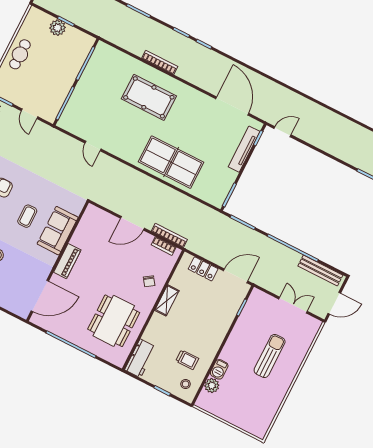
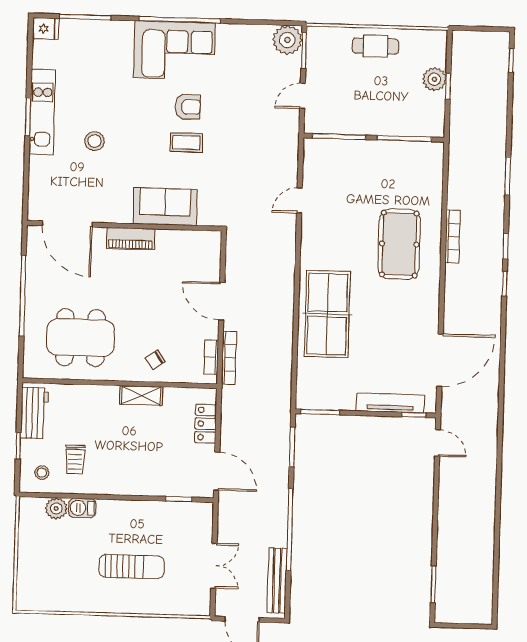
coffee table: (27, 216) -> (186, 143), moved
workbench: (140, 358) -> (34, 413), moved, turned -90

